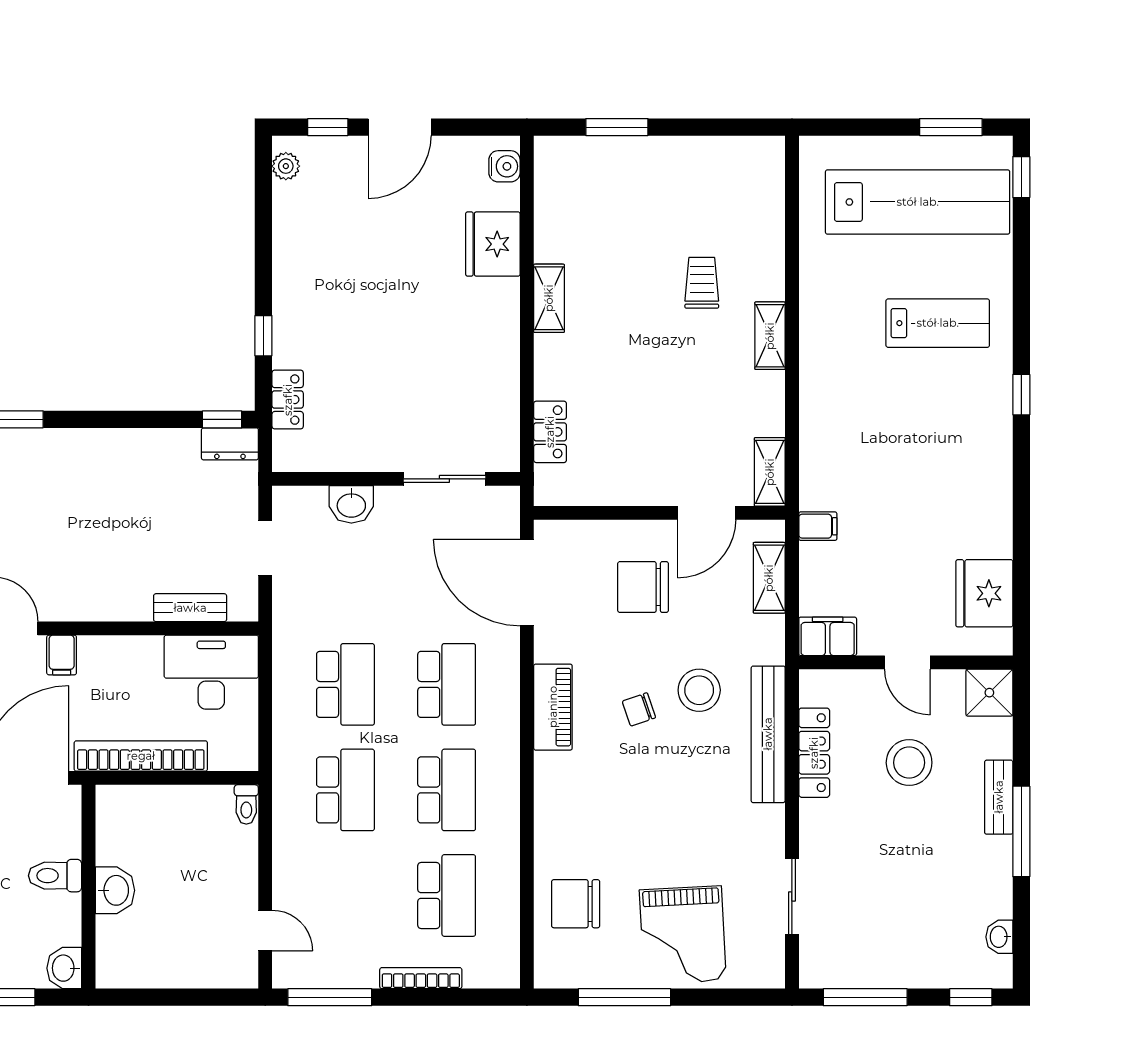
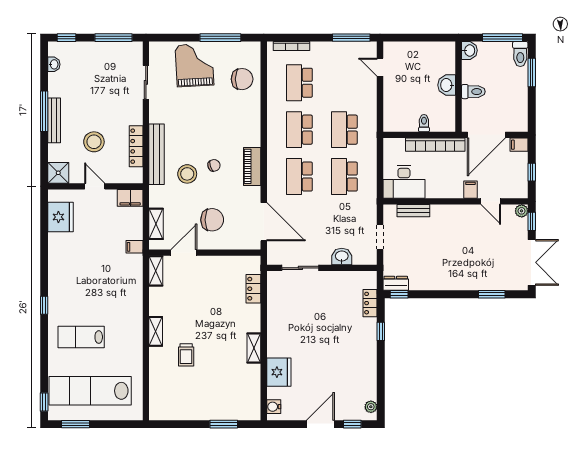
bench: (999, 797) -> (54, 120), width x1.36
toilet: (246, 804) -> (424, 123), moved
bookcase: (421, 978) -> (291, 46), moved

